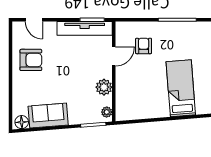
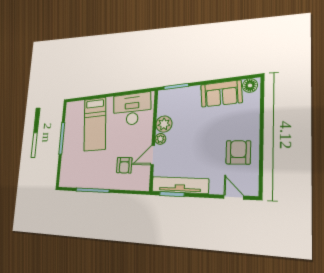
armchair: (31, 60) -> (238, 152), turned 90
desk: (139, 103) -> (132, 109), added
plant: (107, 112) -> (160, 139), moved

